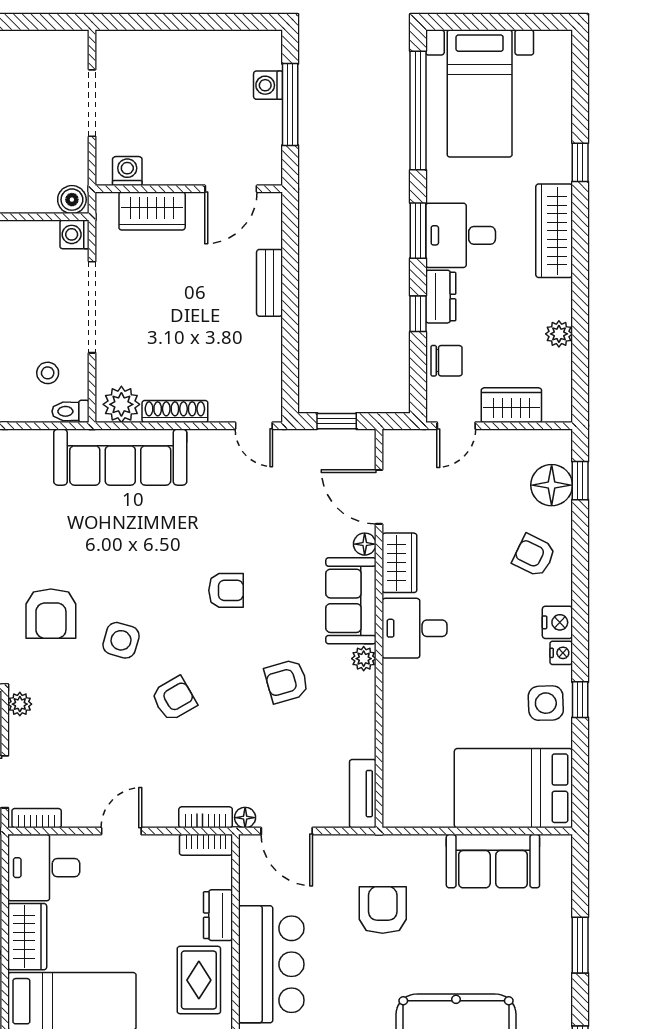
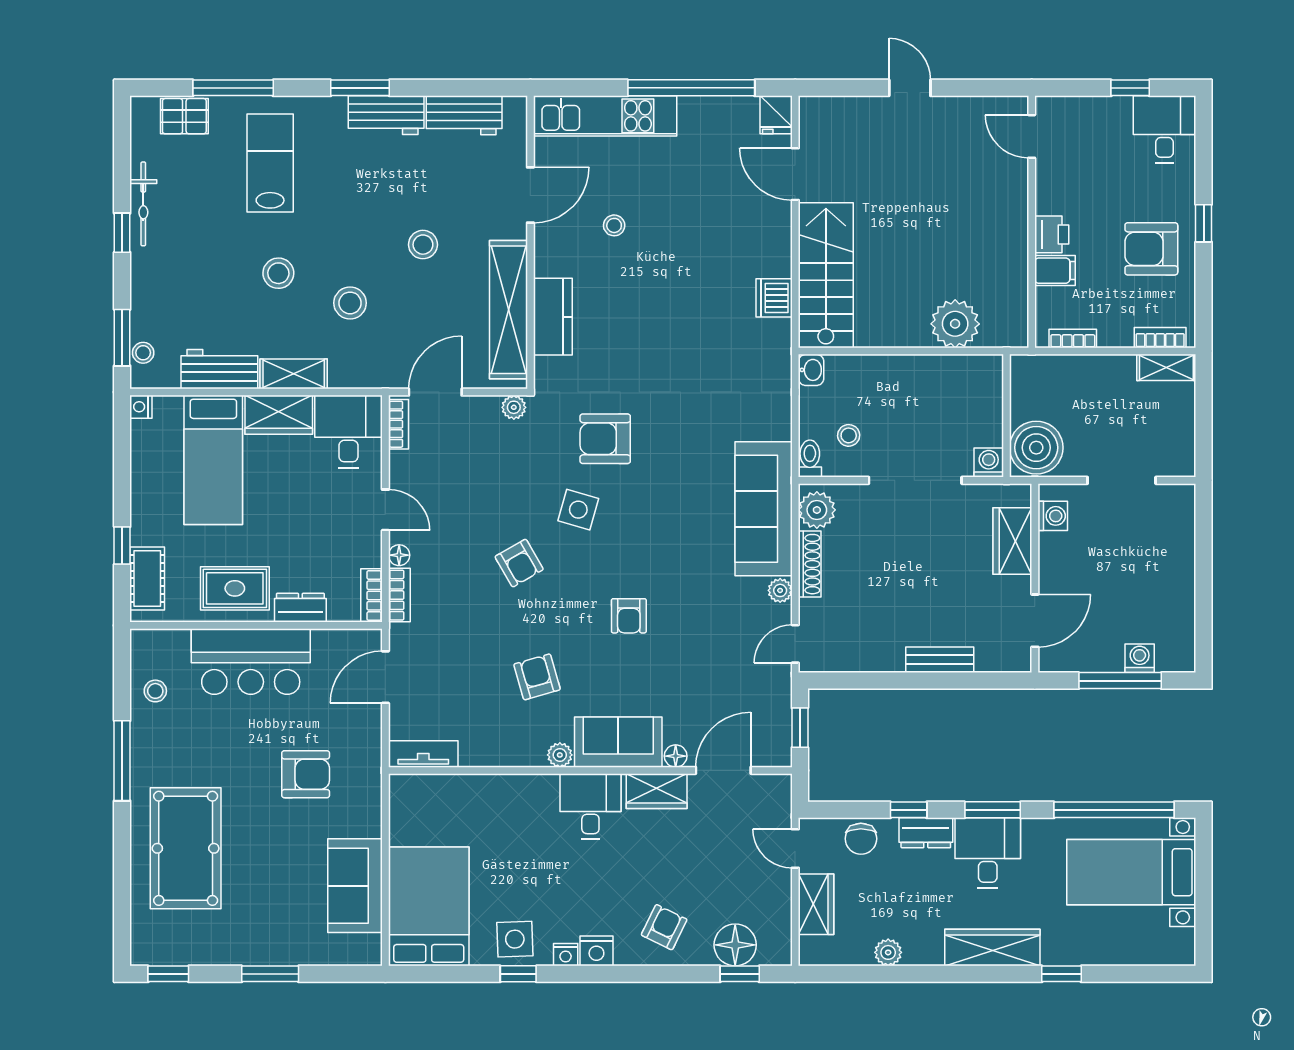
door: (231, 189) -> (1035, 621), swing flipped
boiler: (72, 200) -> (1036, 448), width x1.86, depth x1.86
plant: (201, 441) -> (780, 590), added
floor lamp: (245, 818) -> (399, 555), moved

